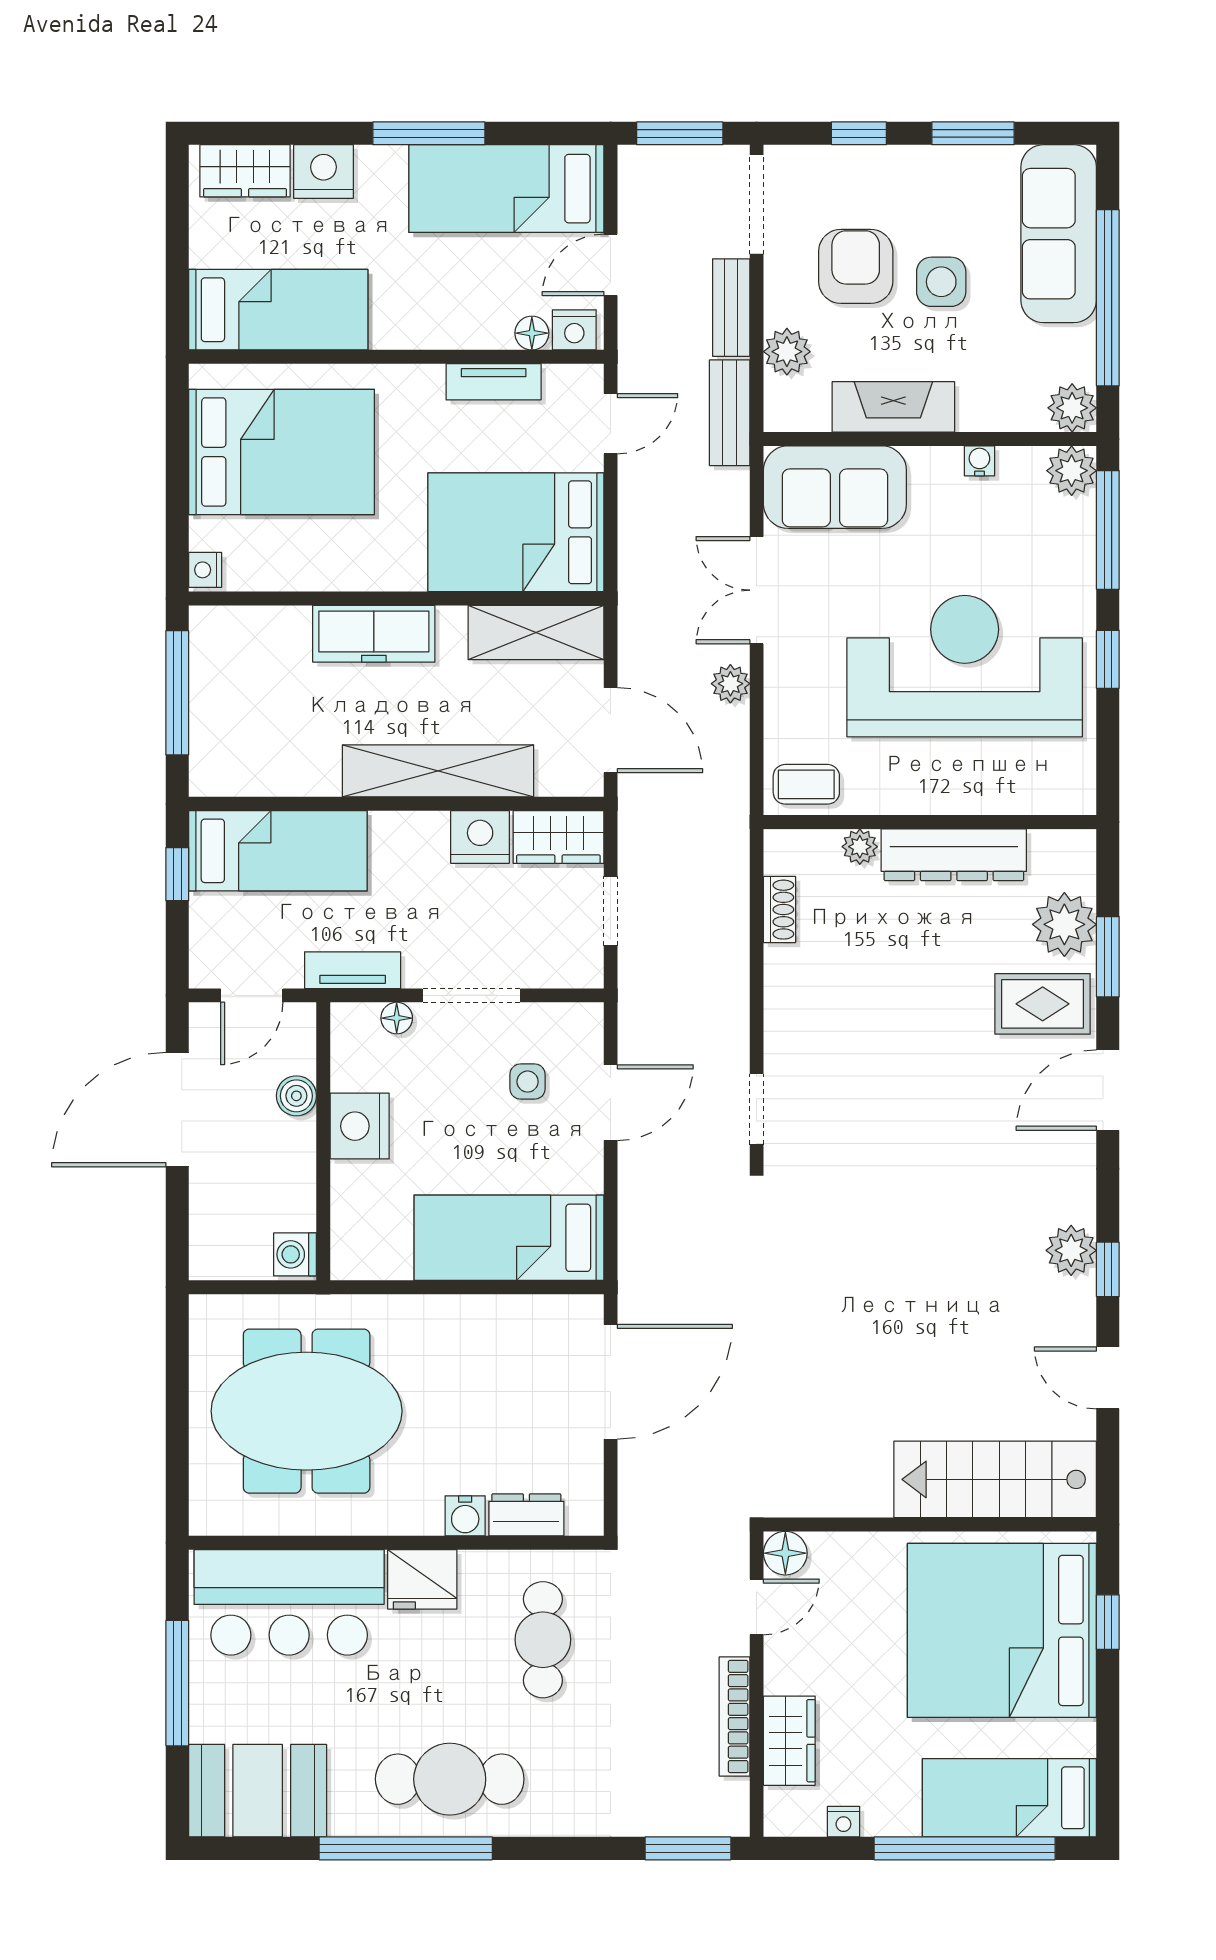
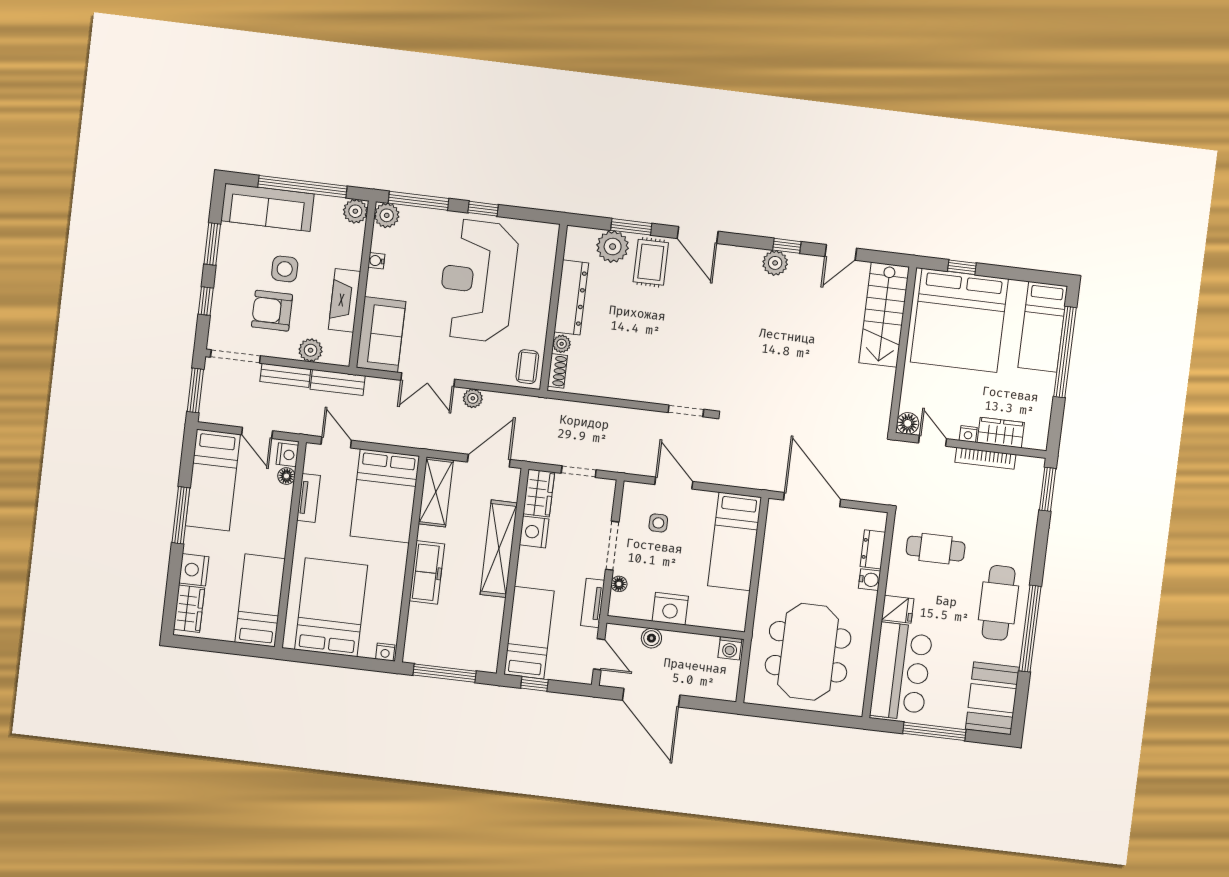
shoe rack: (780, 910) -> (558, 371), moved, turned 90
fridge: (422, 1579) -> (898, 609), width x0.72
nightstand: (843, 1822) -> (968, 434), moved, turned 90

